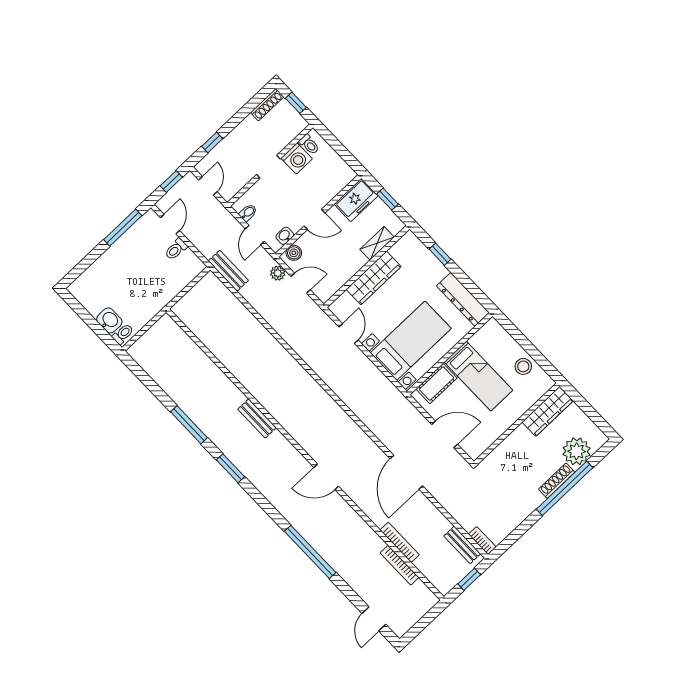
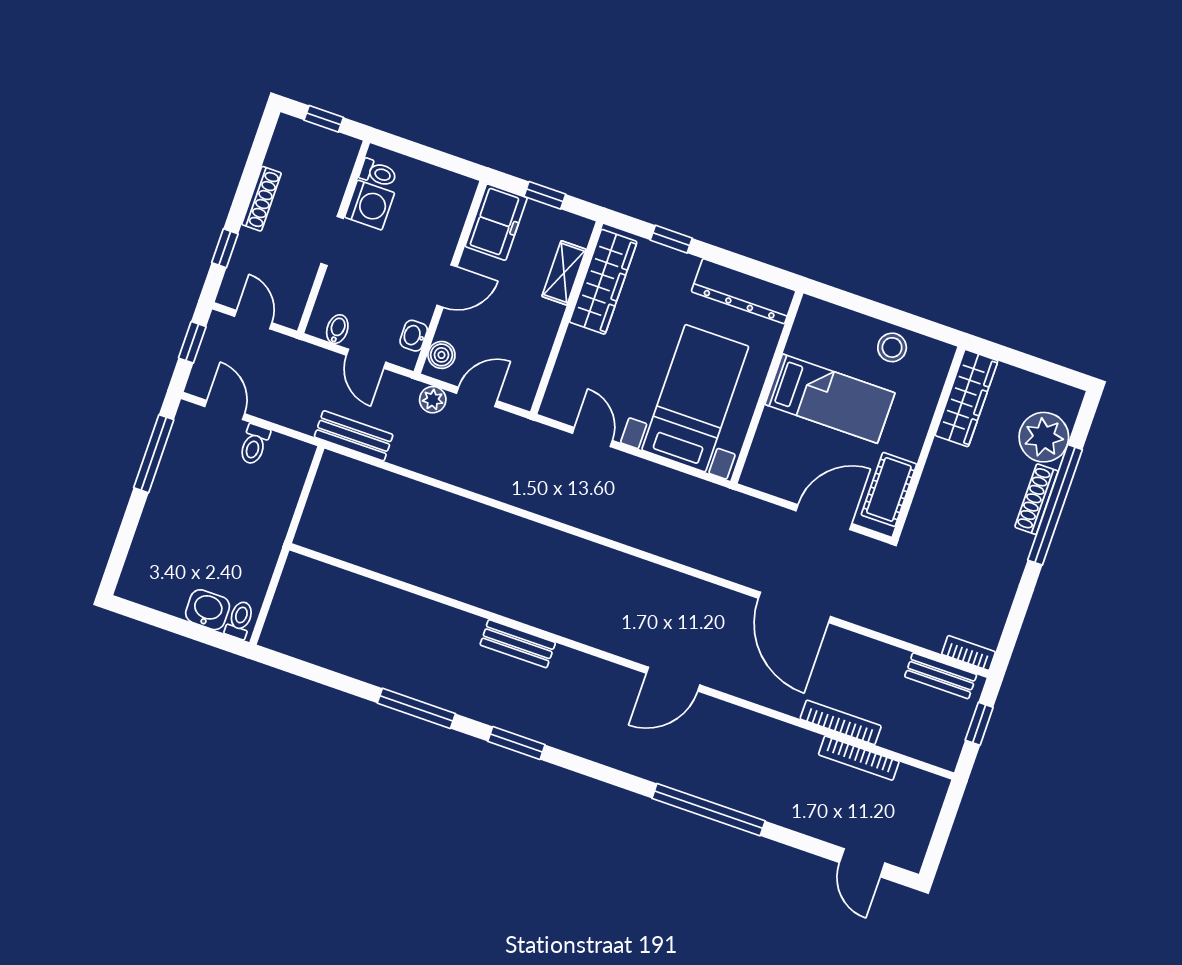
shoe rack: (267, 105) -> (262, 199), moved
wardrobe: (374, 278) -> (603, 282), moved
cot: (436, 384) -> (889, 489), moved

